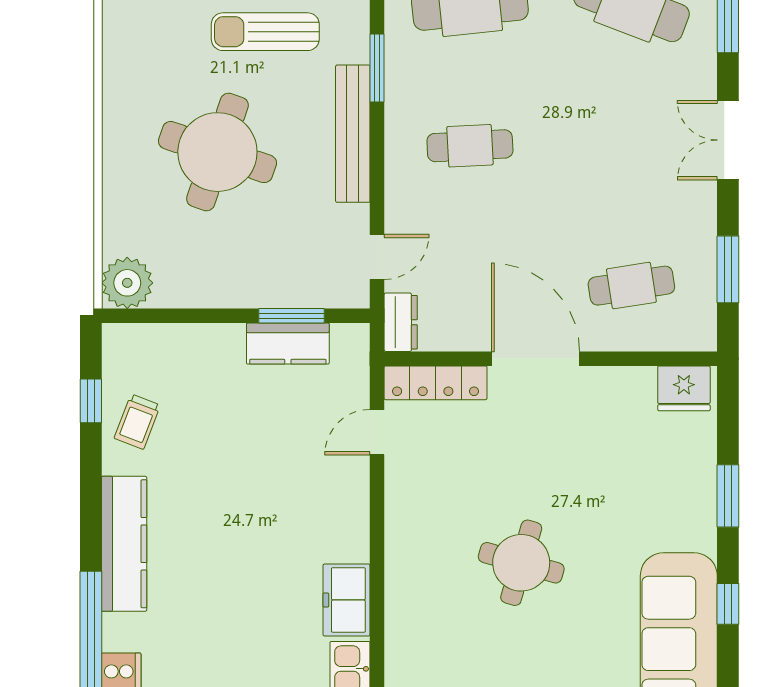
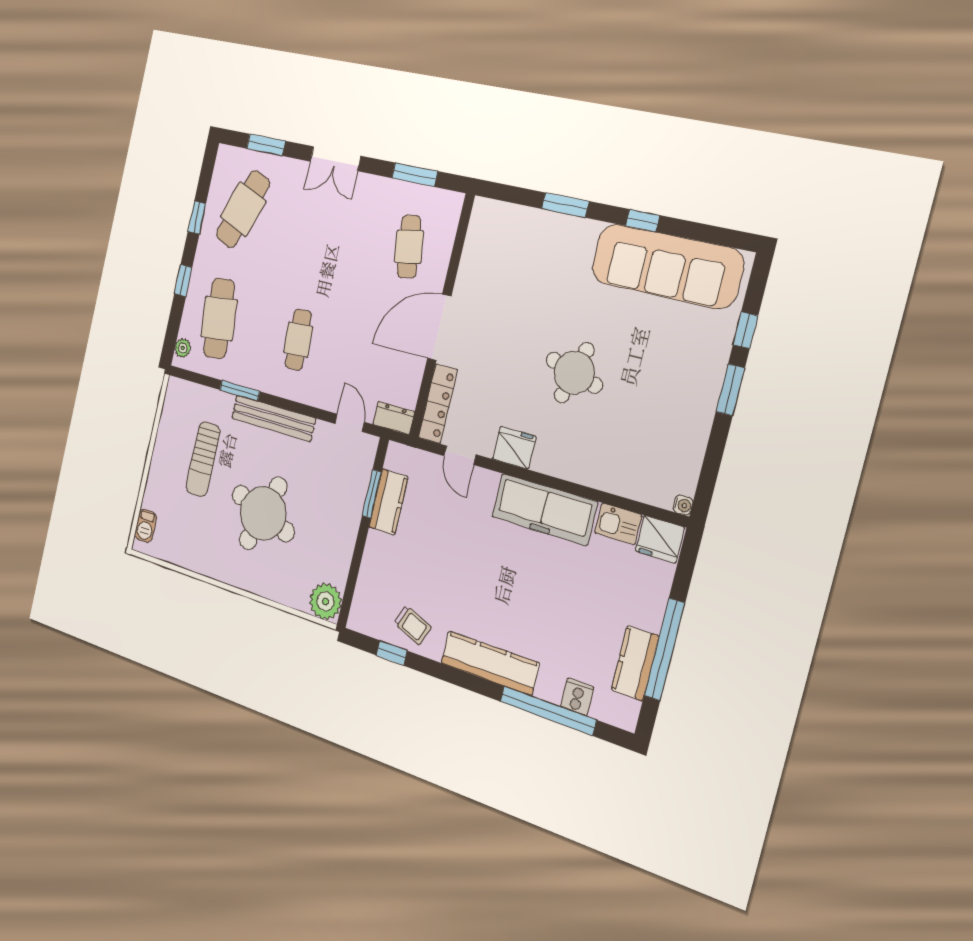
fridge: (684, 388) -> (514, 448), moved, turned -90
freezer: (346, 600) -> (544, 509), width x1.91, depth x1.26

